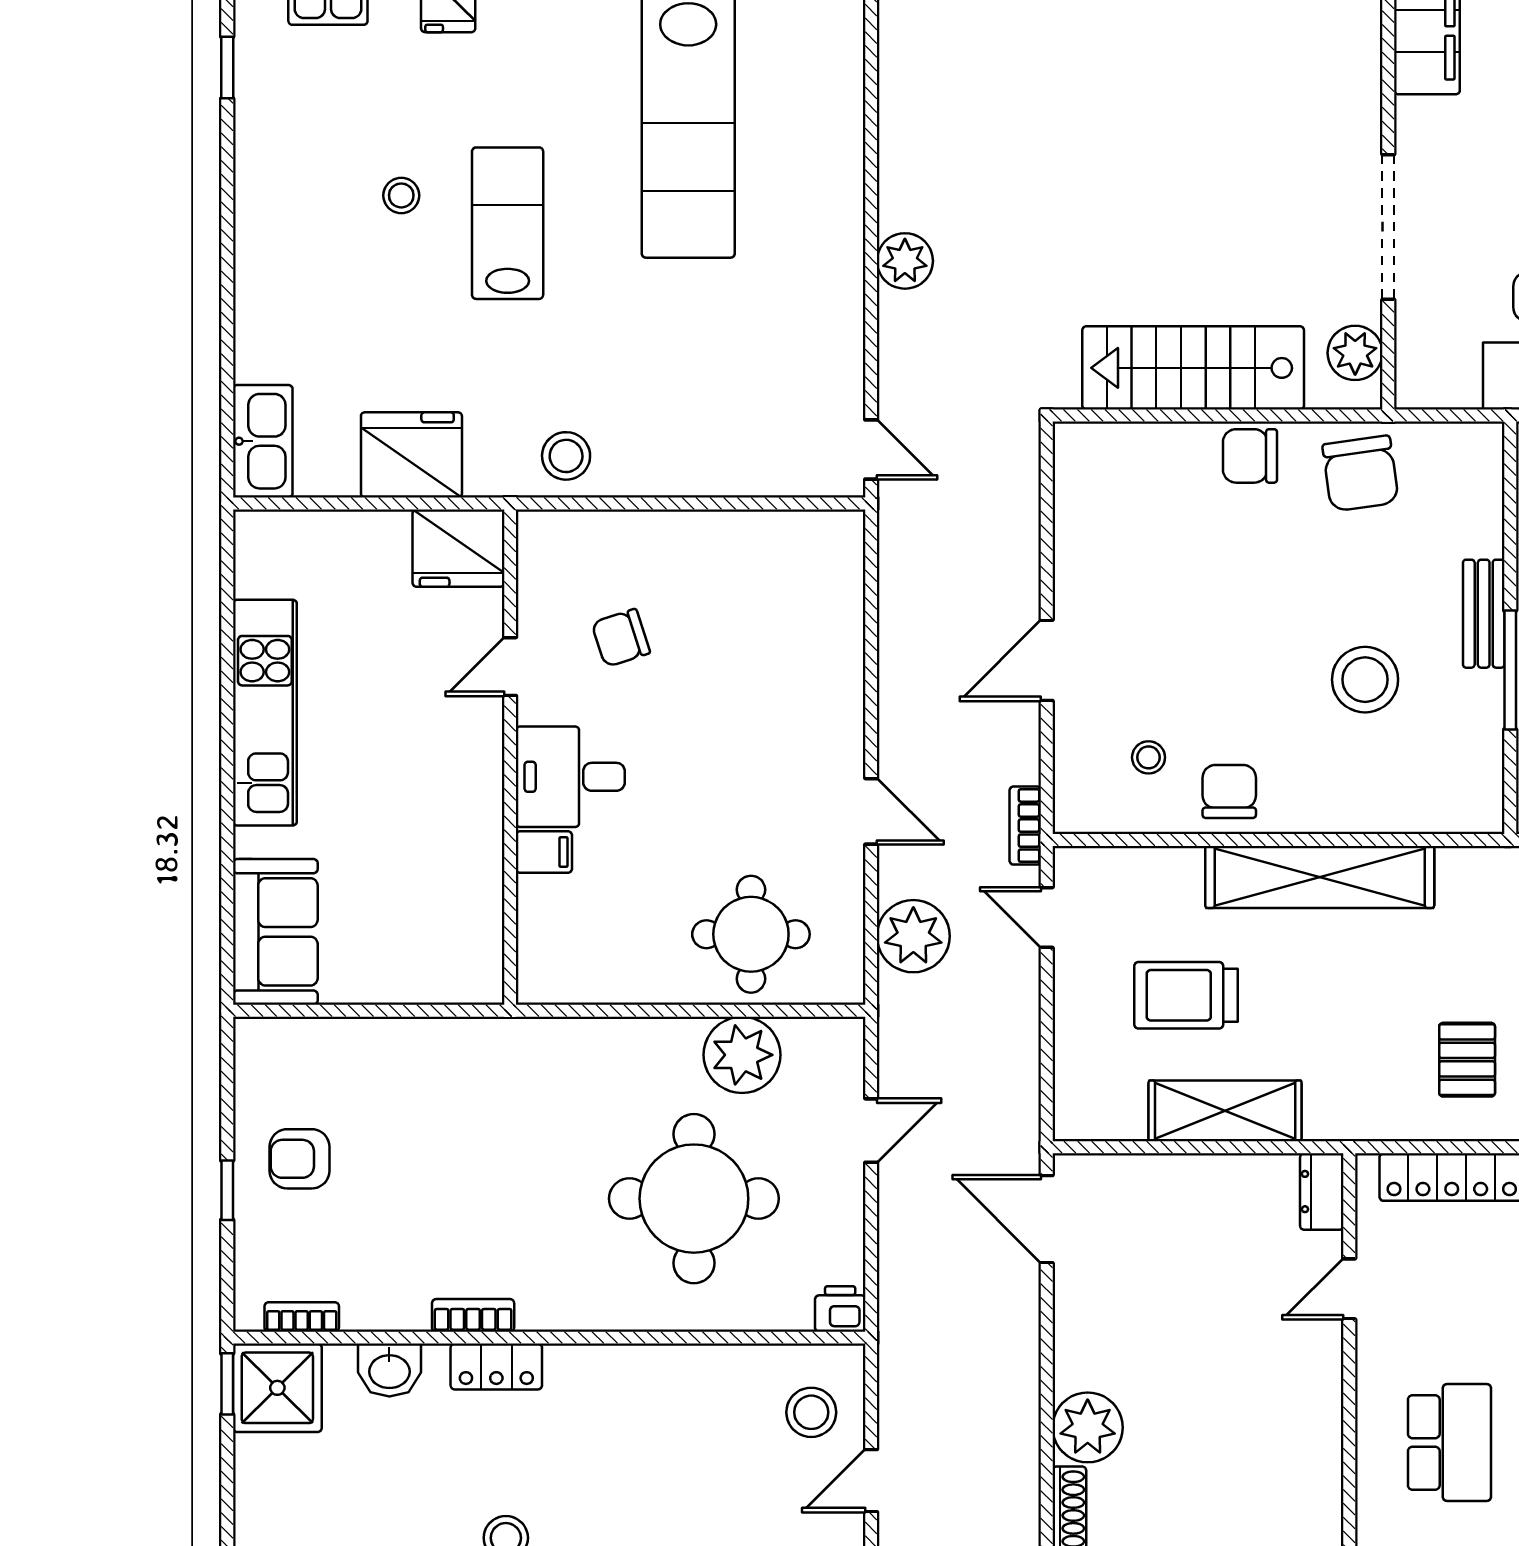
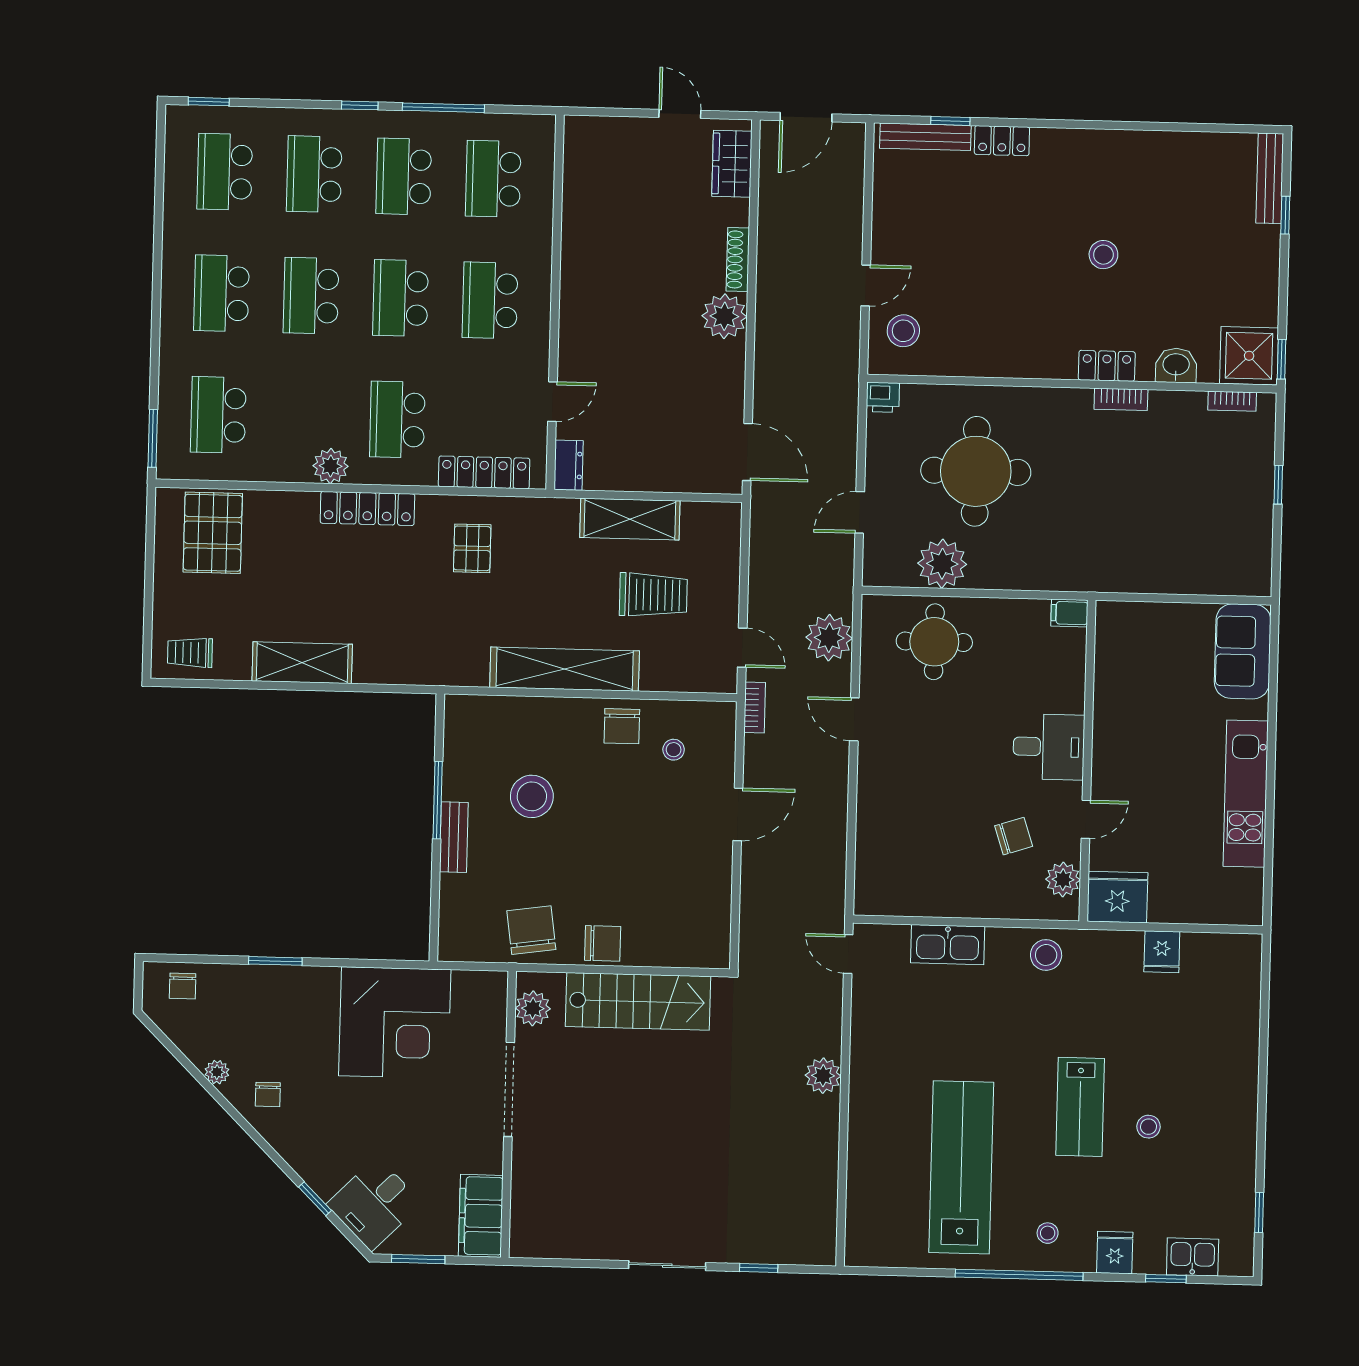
stool: (553, 27) -> (1048, 1233), added
kitchen sink: (263, 441) -> (948, 945), moved, turned -90
fridge: (411, 455) -> (1162, 952), width x0.53, depth x0.75
plant: (543, 573) -> (1063, 879), added
filing cabinet: (544, 852) -> (1069, 613), moved
armchair: (299, 1159) -> (1231, 504), removed

